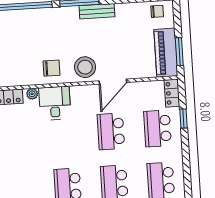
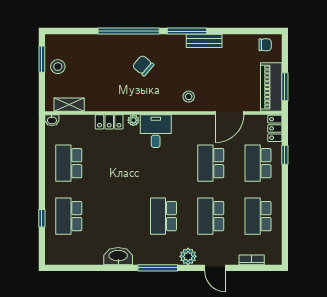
stool: (85, 67) -> (189, 97), width x0.53, depth x0.53
chair: (52, 68) -> (143, 66), moved, turned -140
door: (113, 82) -> (230, 113), moved

